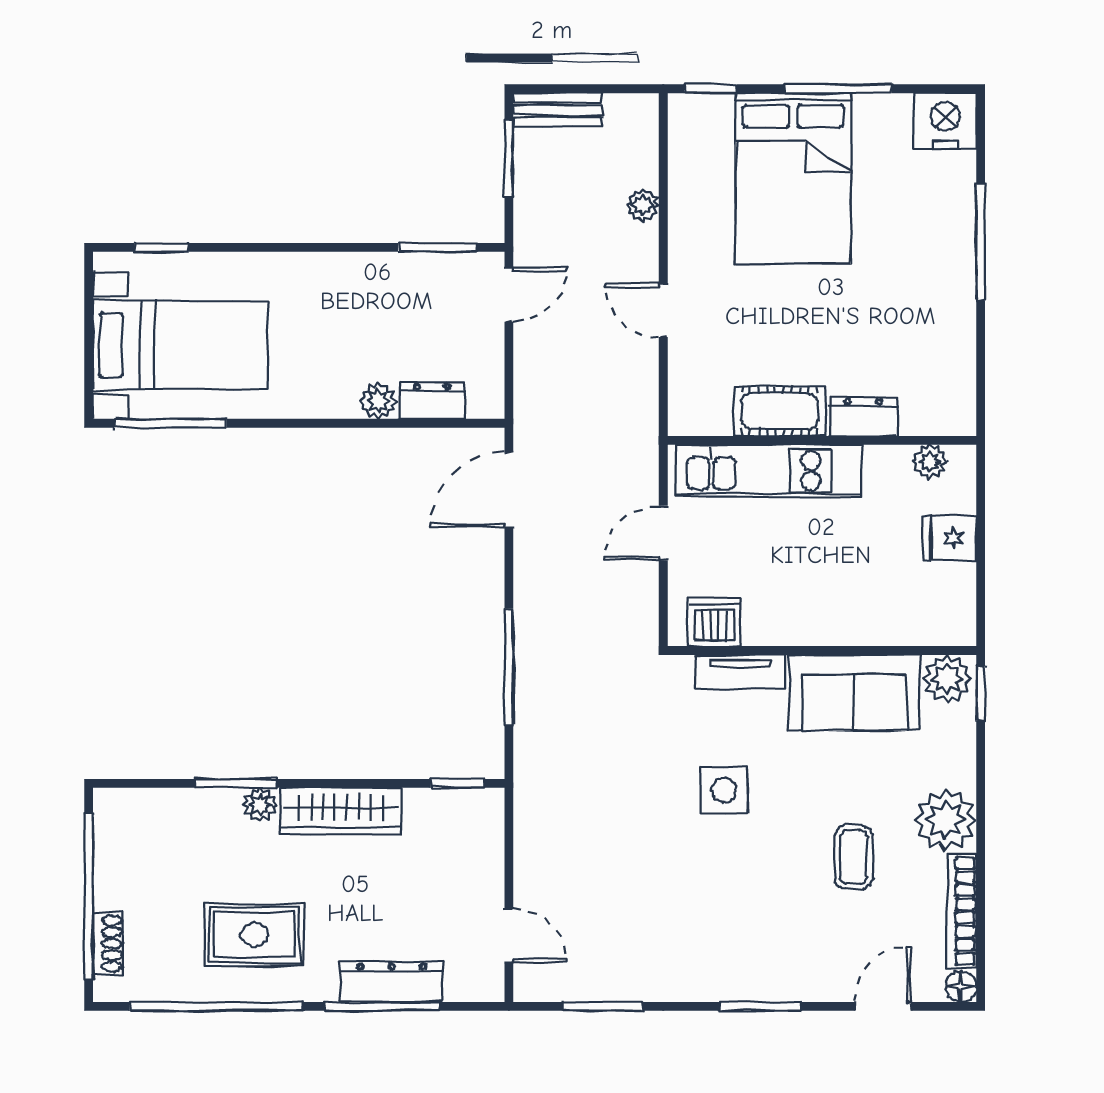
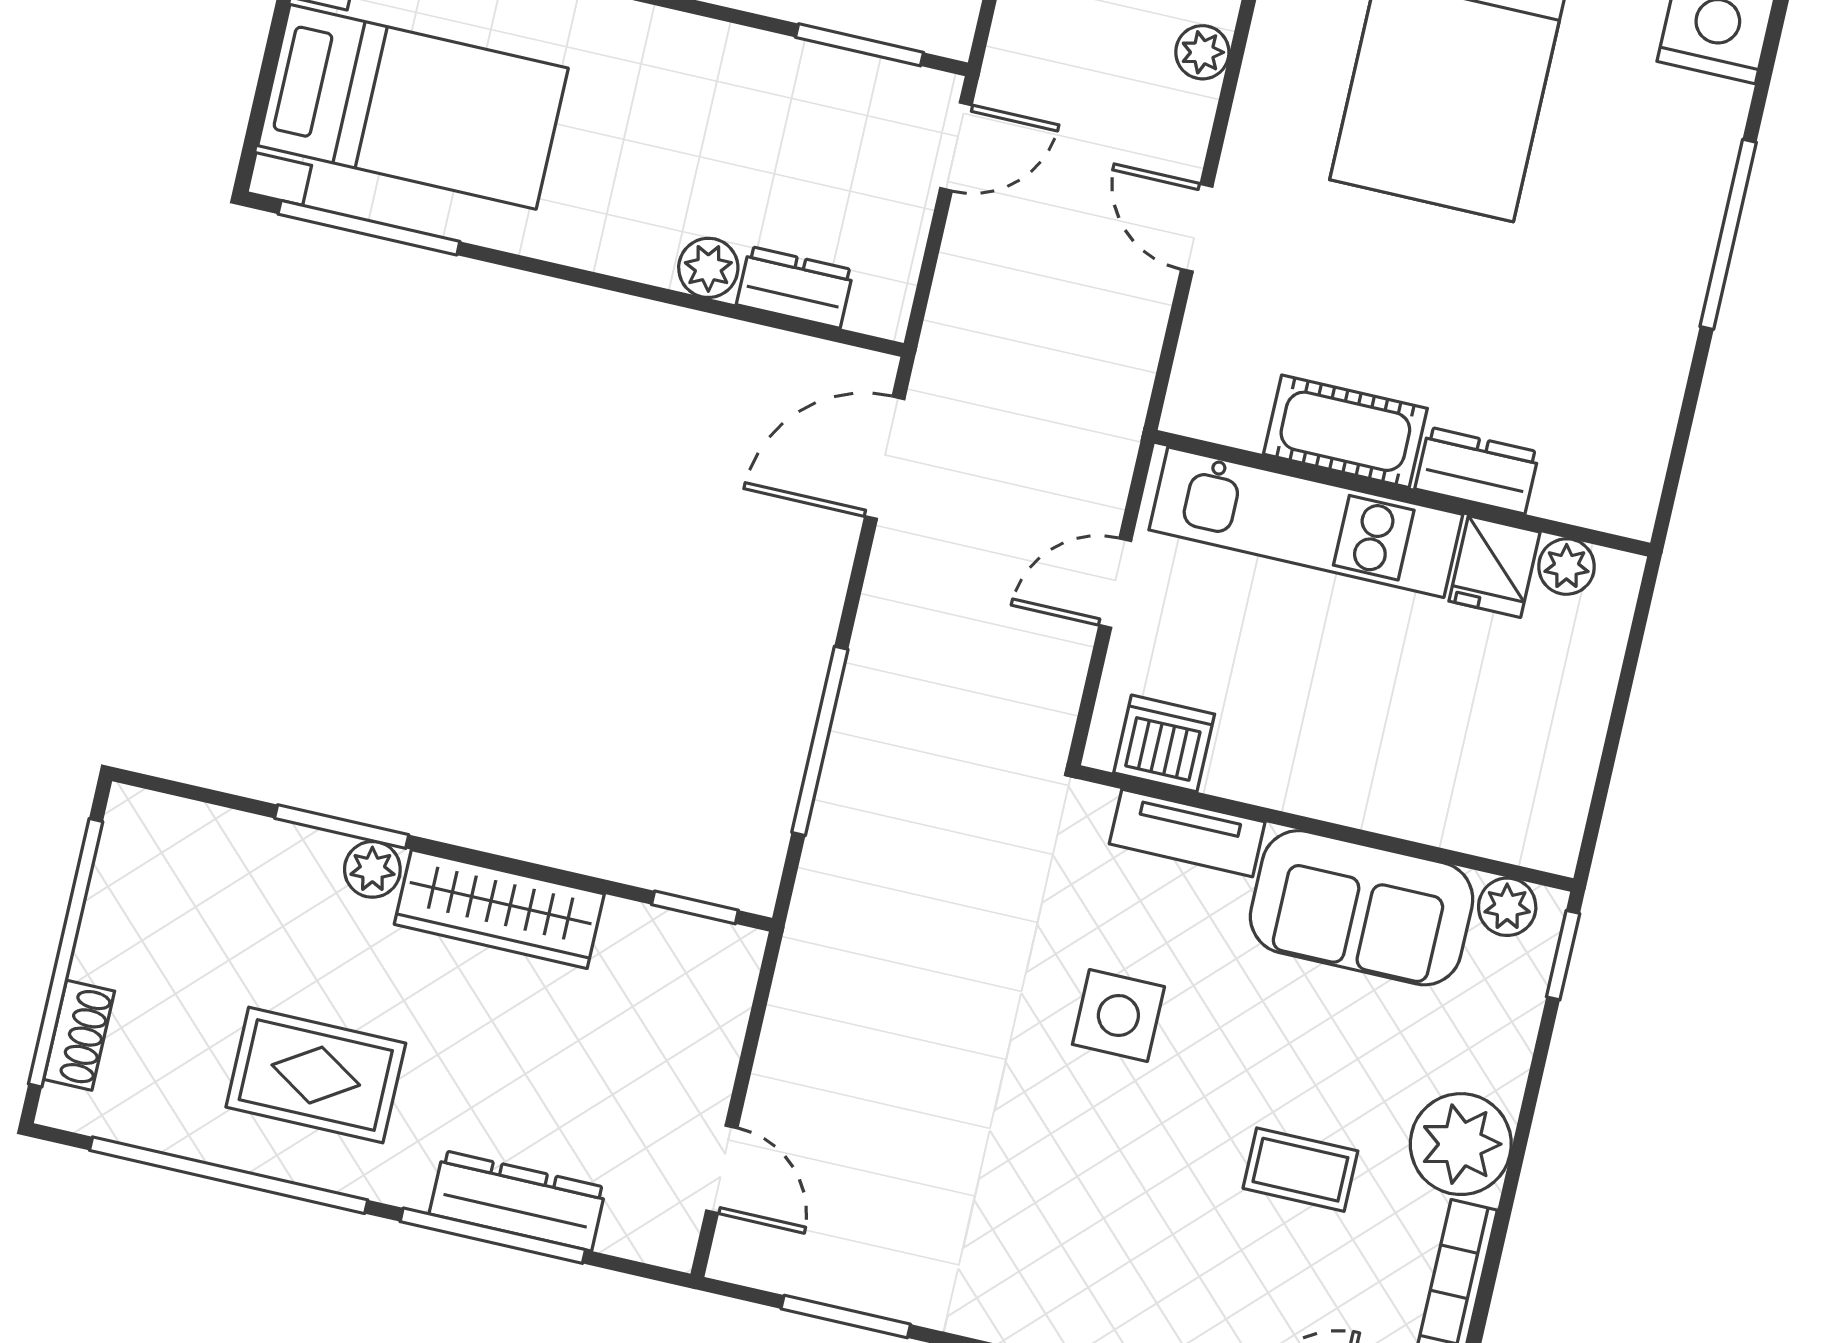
fridge: (949, 538) -> (1494, 567), moved, turned -90
plant: (947, 679) -> (1507, 907), width x0.73, depth x0.73
coffee table: (853, 857) -> (1300, 1170), turned 90

